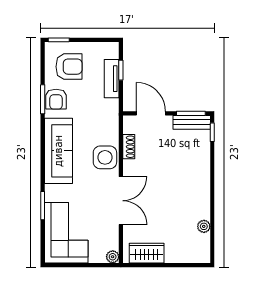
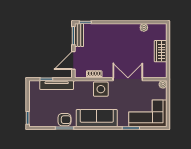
armchair: (69, 67) -> (44, 112), removed
tv unit: (112, 79) -> (57, 85), width x1.41
wardrobe: (147, 253) -> (161, 51), moved

